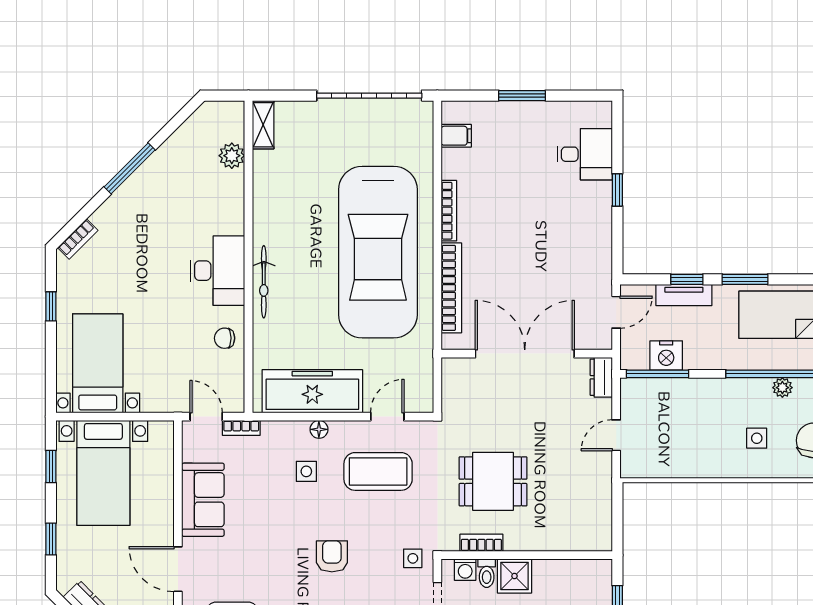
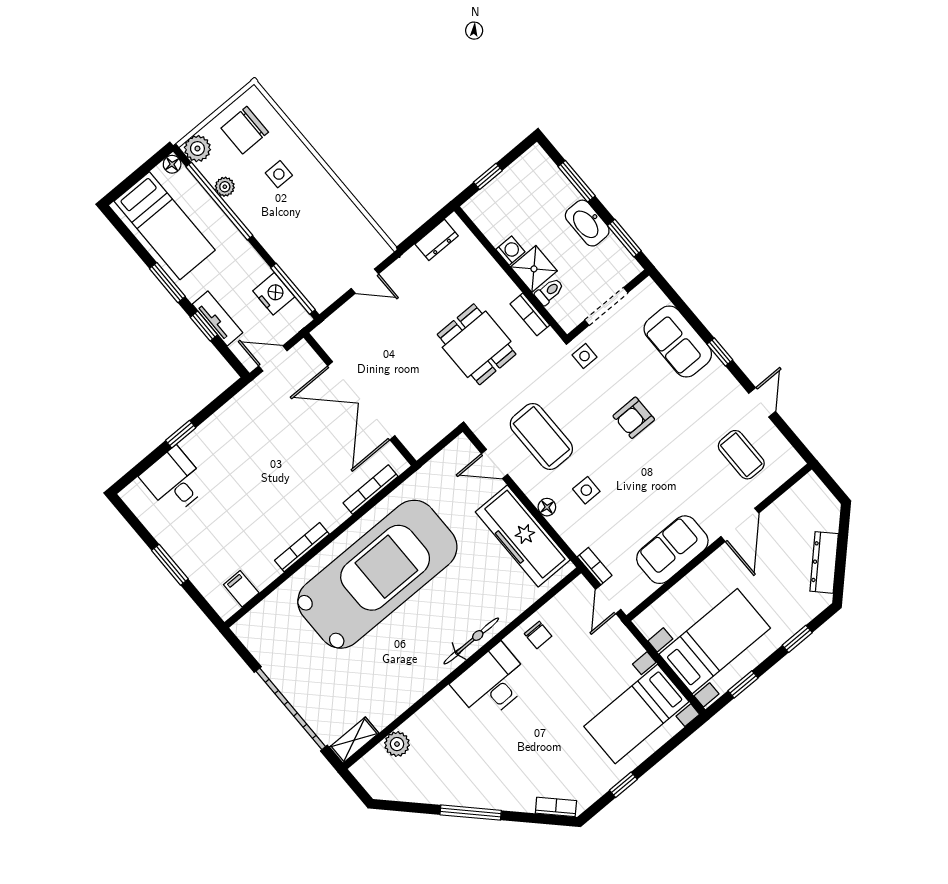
garage door: (369, 96) -> (291, 709), moved
bookcase: (451, 288) -> (370, 490), width x0.68, depth x0.76
dresser: (601, 377) -> (437, 240), moved
washing machine: (465, 570) -> (510, 251), moved

